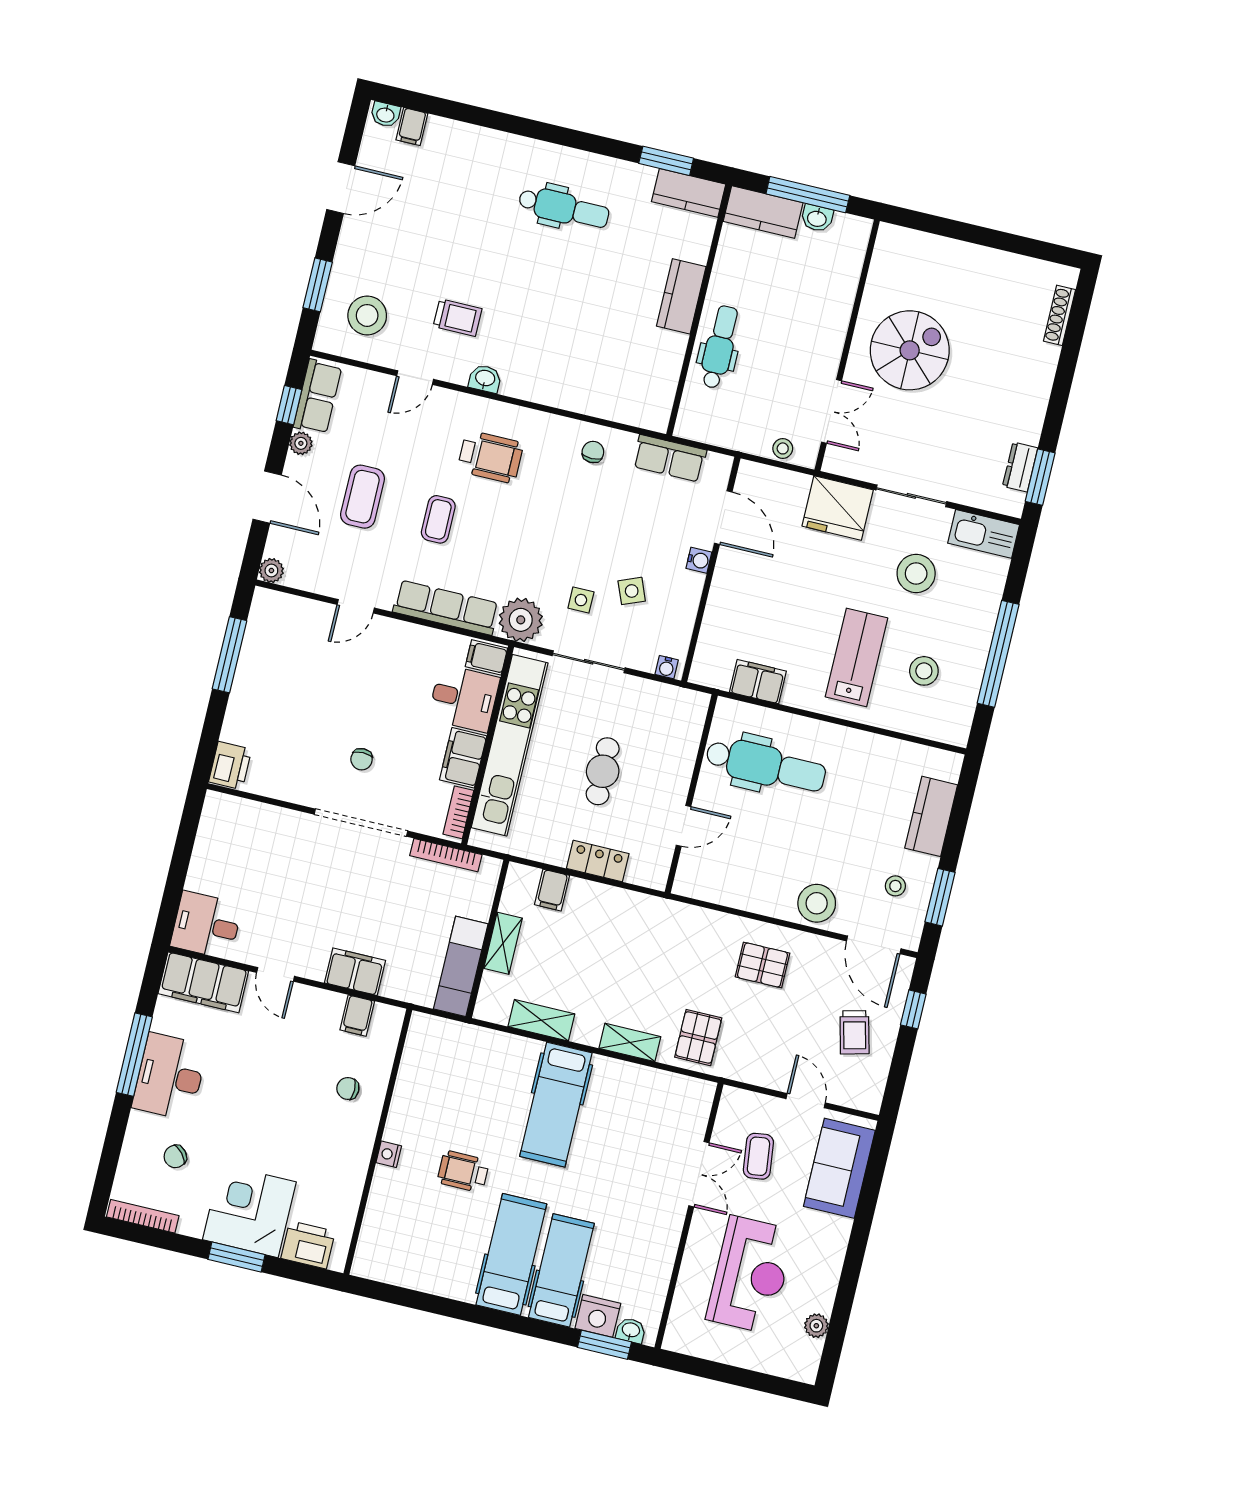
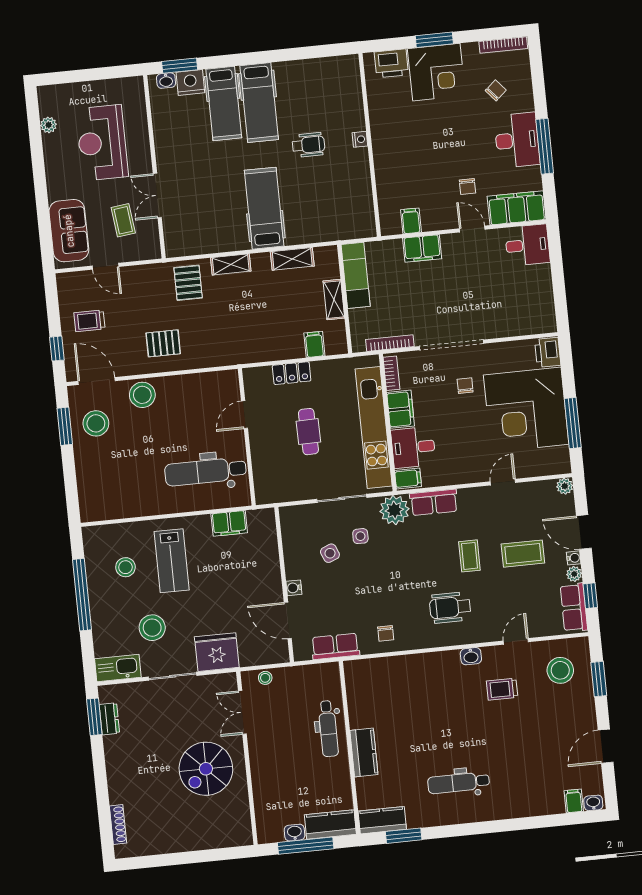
coffee table: (363, 497) -> (523, 554), turned 90
row of seats: (446, 608) -> (434, 502), width x0.68
water cooler: (667, 667) -> (574, 558), moved, turned 90
corner desk: (288, 696) -> (526, 410), added
kitchen counter: (931, 816) -> (89, 476), removed
stool: (895, 886) -> (96, 423), width x1.89, depth x1.89
trolley: (855, 1032) -> (89, 321), turned -76
chair: (348, 1088) -> (467, 186), moved, turned 90

